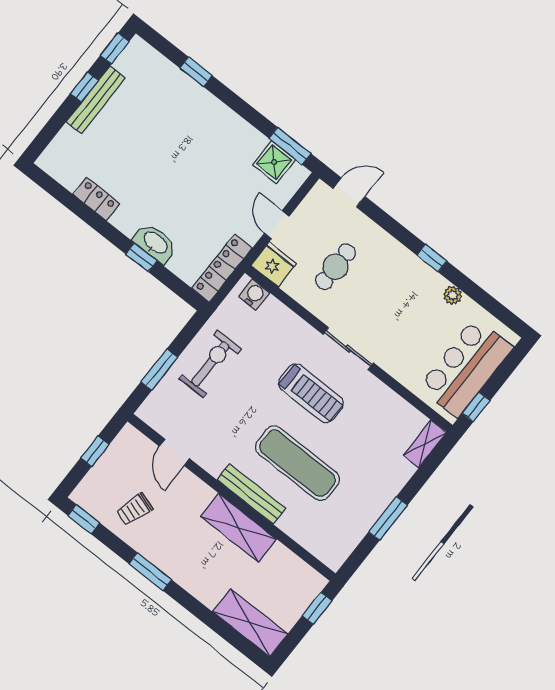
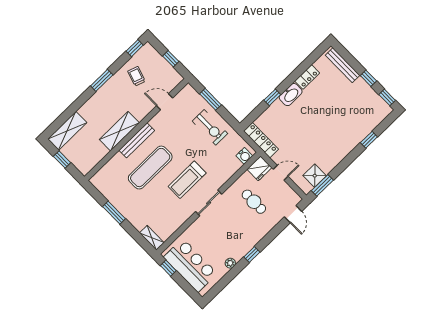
bench: (96, 100) -> (343, 65), moved
washbasin: (155, 243) -> (291, 95), moved
window: (317, 608) -> (62, 160), moved

